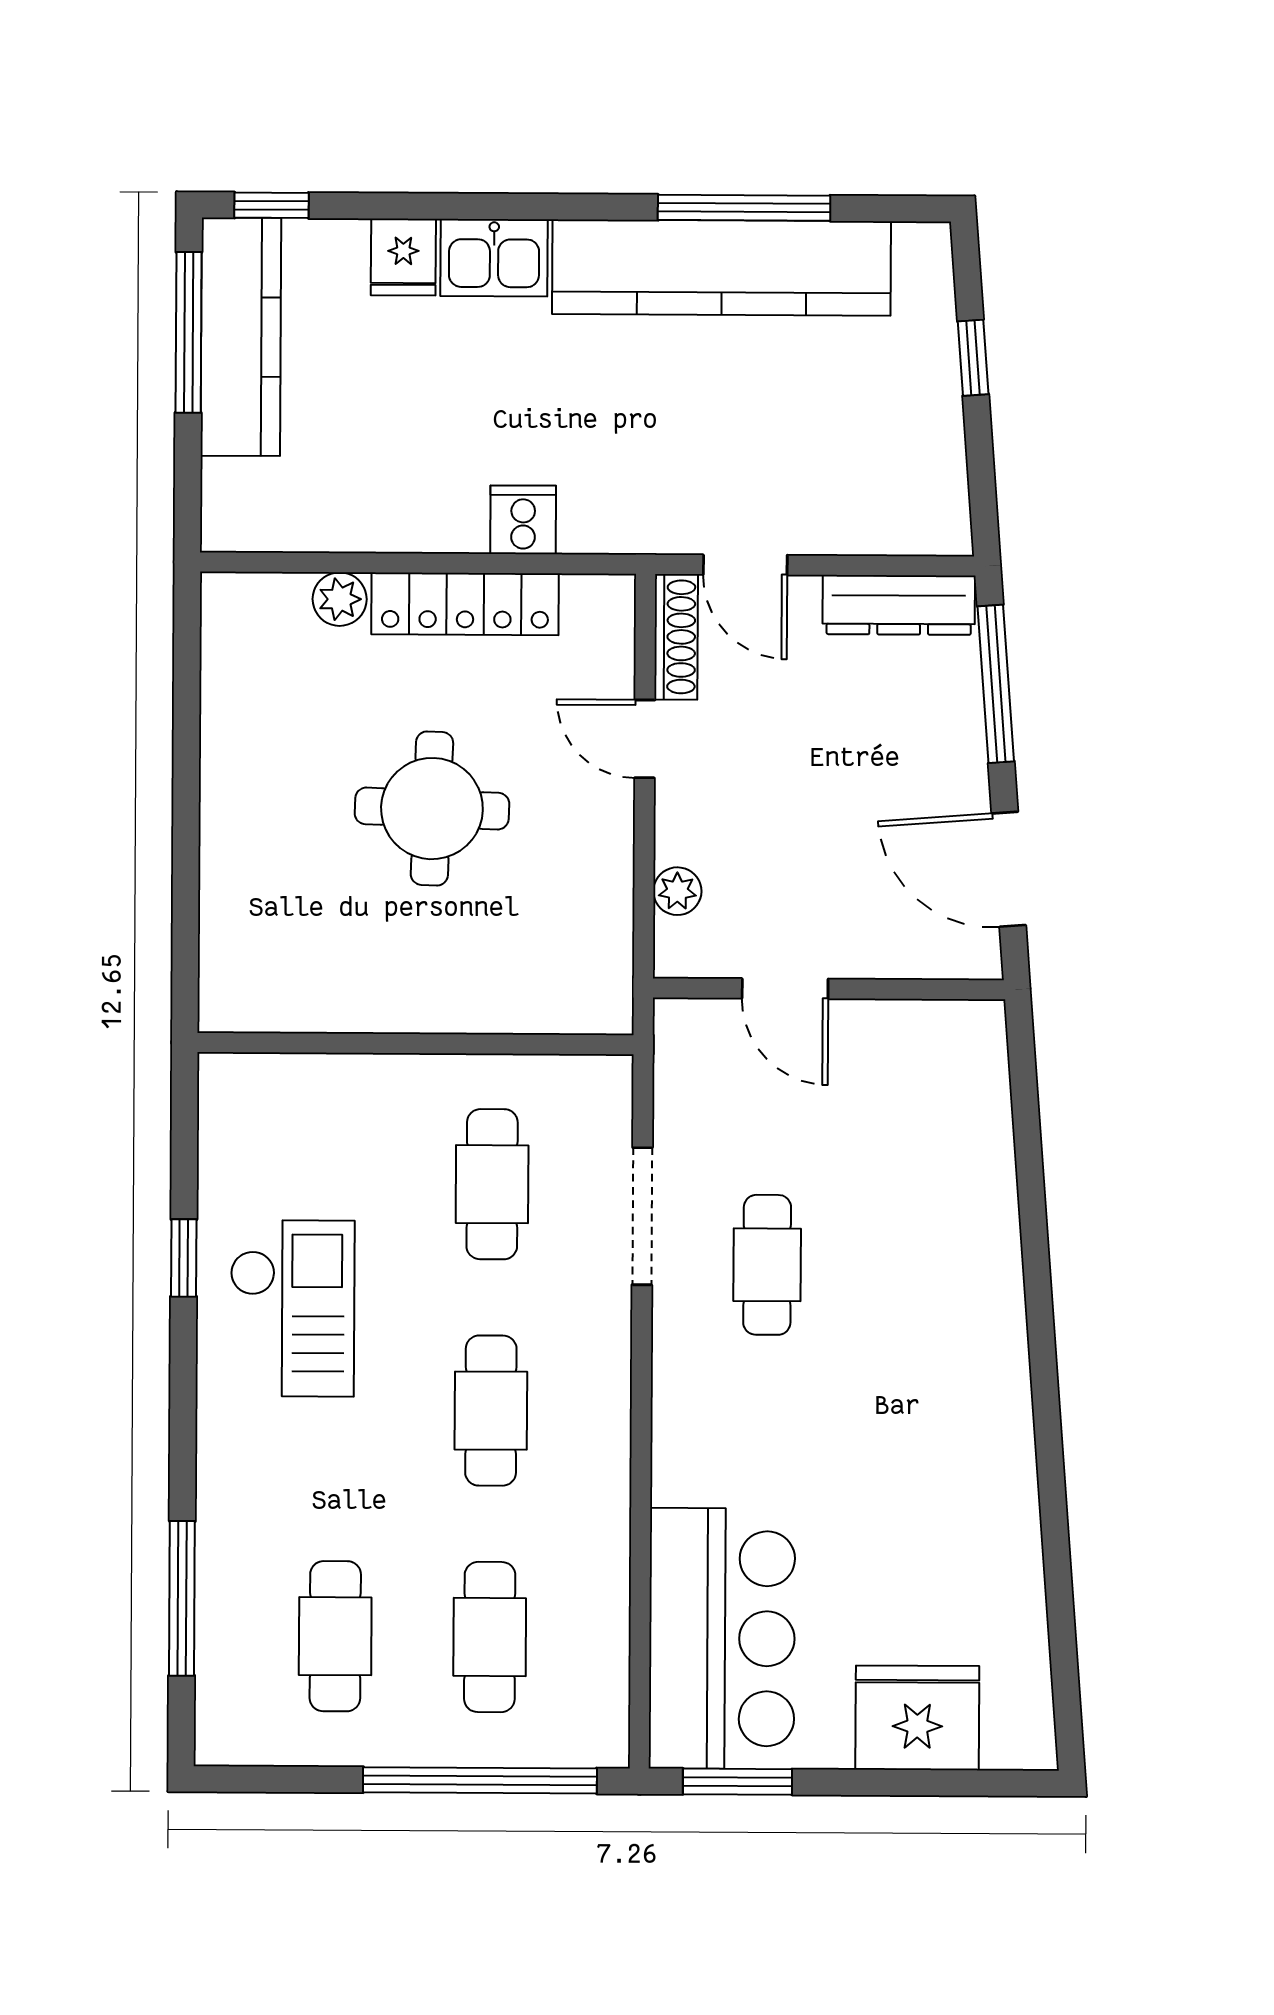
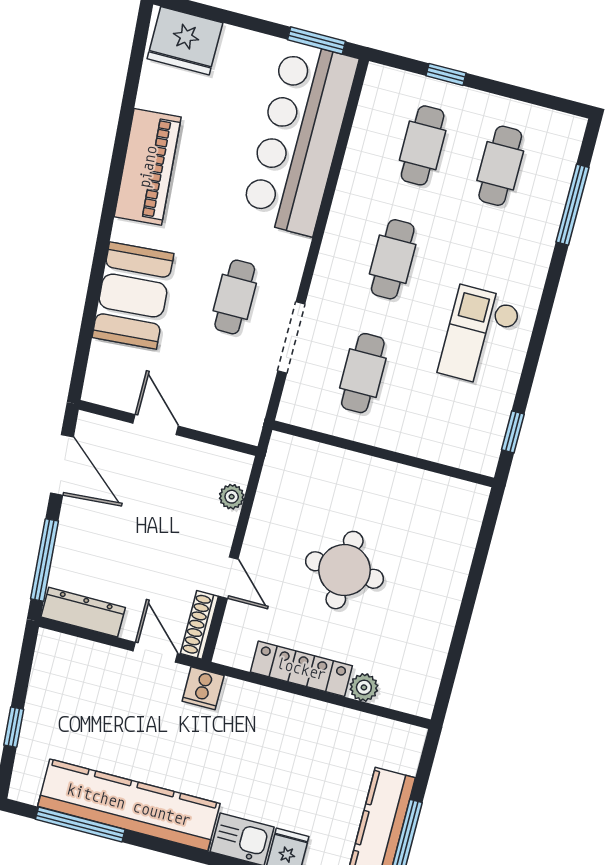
window: (744, 208) -> (80, 824), moved
cooker: (523, 520) -> (203, 688), moved
door: (785, 989) -> (156, 425), moved
booth: (957, 1219) -> (133, 296), added
window: (184, 1258) -> (513, 432), moved
piano: (991, 1465) -> (148, 167), added
bar counter: (722, 1639) -> (300, 138), width x1.36
fridge: (917, 1718) -> (185, 41), moved
window: (480, 1780) -> (446, 74), width x0.32

